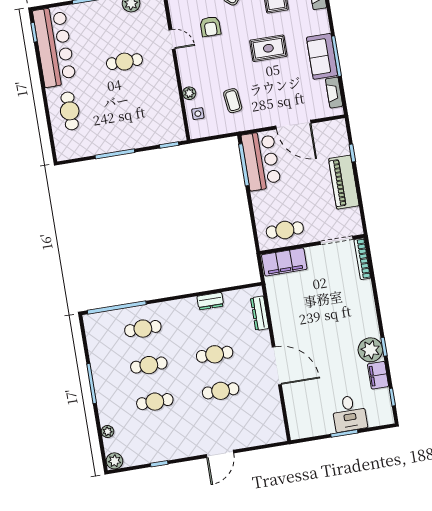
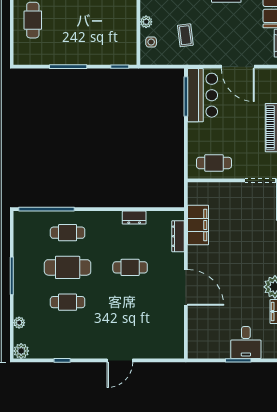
filing cabinet: (284, 262) -> (198, 225), moved, turned -90
cafe table: (149, 365) -> (68, 267), width x1.37, depth x1.35
cafe table: (221, 391) -> (130, 302), removed

